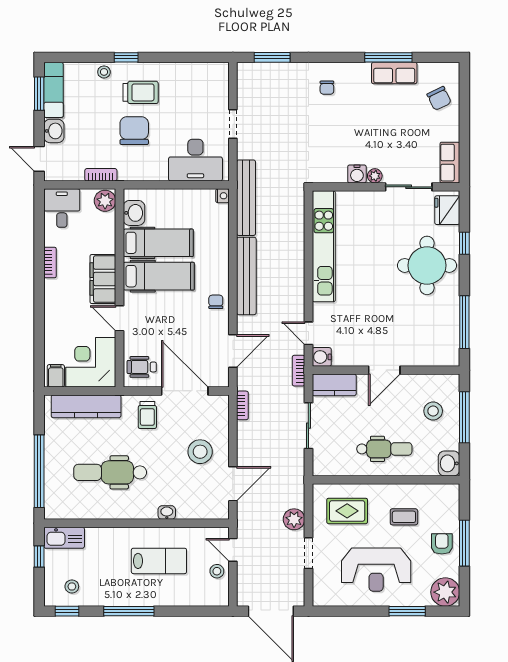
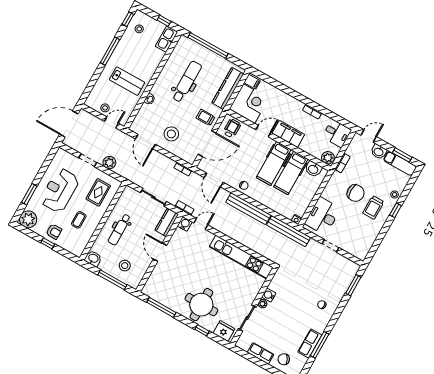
row of seats: (450, 163) -> (261, 353), moved
window: (464, 543) -> (48, 243), width x0.46
lab bench: (159, 561) -> (127, 81), turned -90

